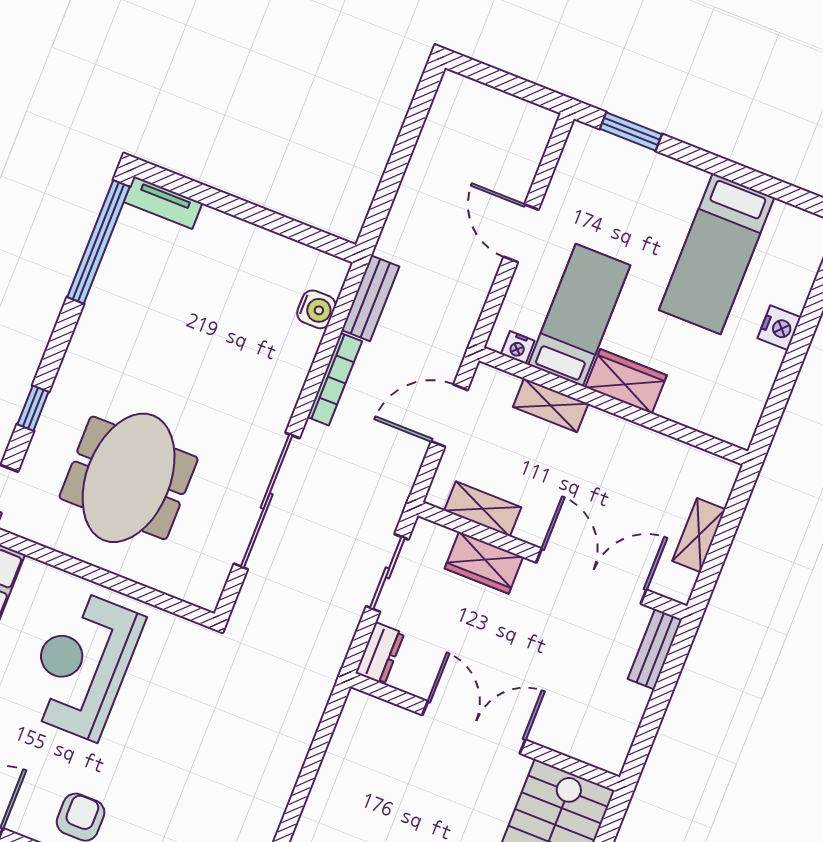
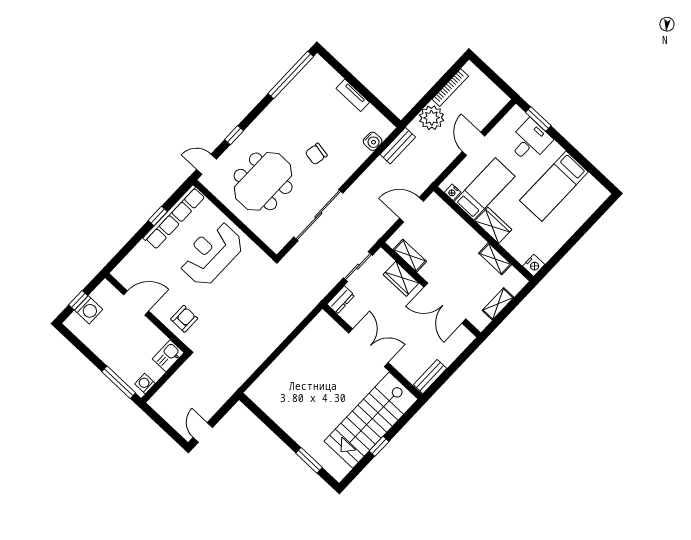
desk: (632, 183) -> (530, 141), added
tv unit: (163, 203) -> (353, 95), moved
plant: (416, 215) -> (432, 118), added
nightstand: (779, 328) -> (534, 265), moved
bookcase: (335, 379) -> (450, 88), moved
chair: (213, 380) -> (316, 154), added
shelving: (551, 405) -> (495, 259), moved
double door: (591, 576) -> (445, 303), swing flipped
bench: (655, 649) -> (430, 377), moved

